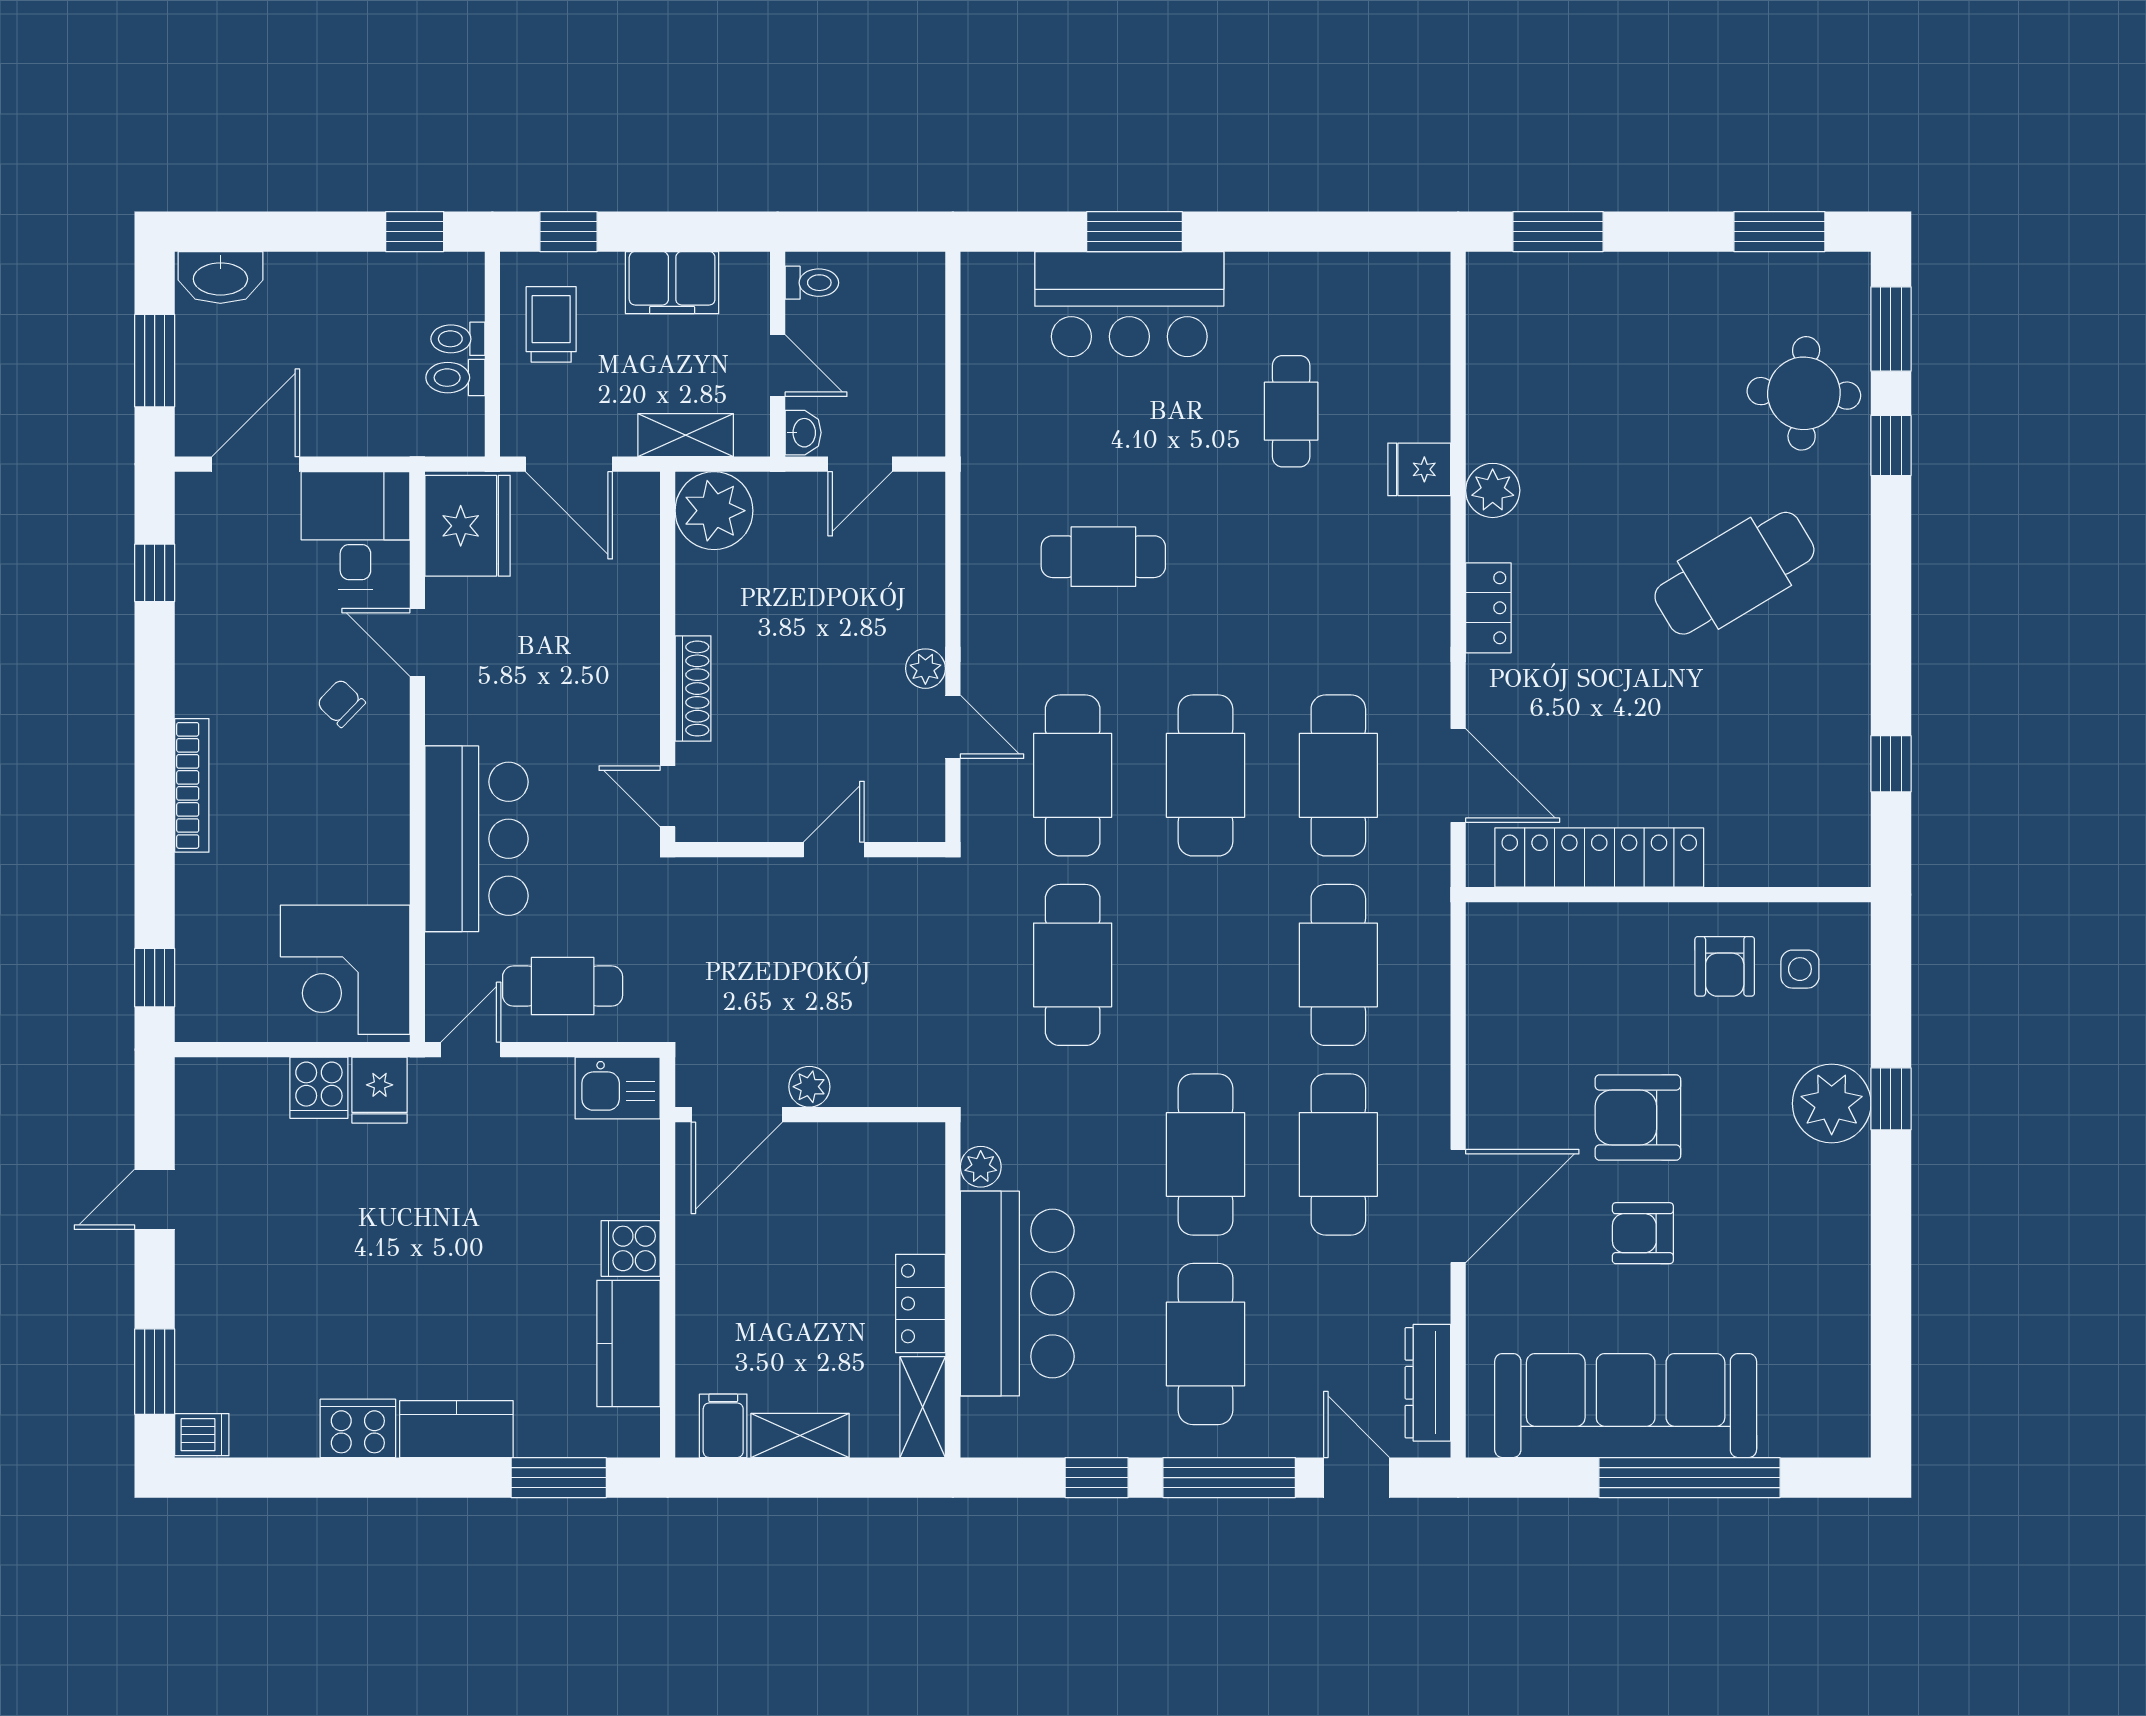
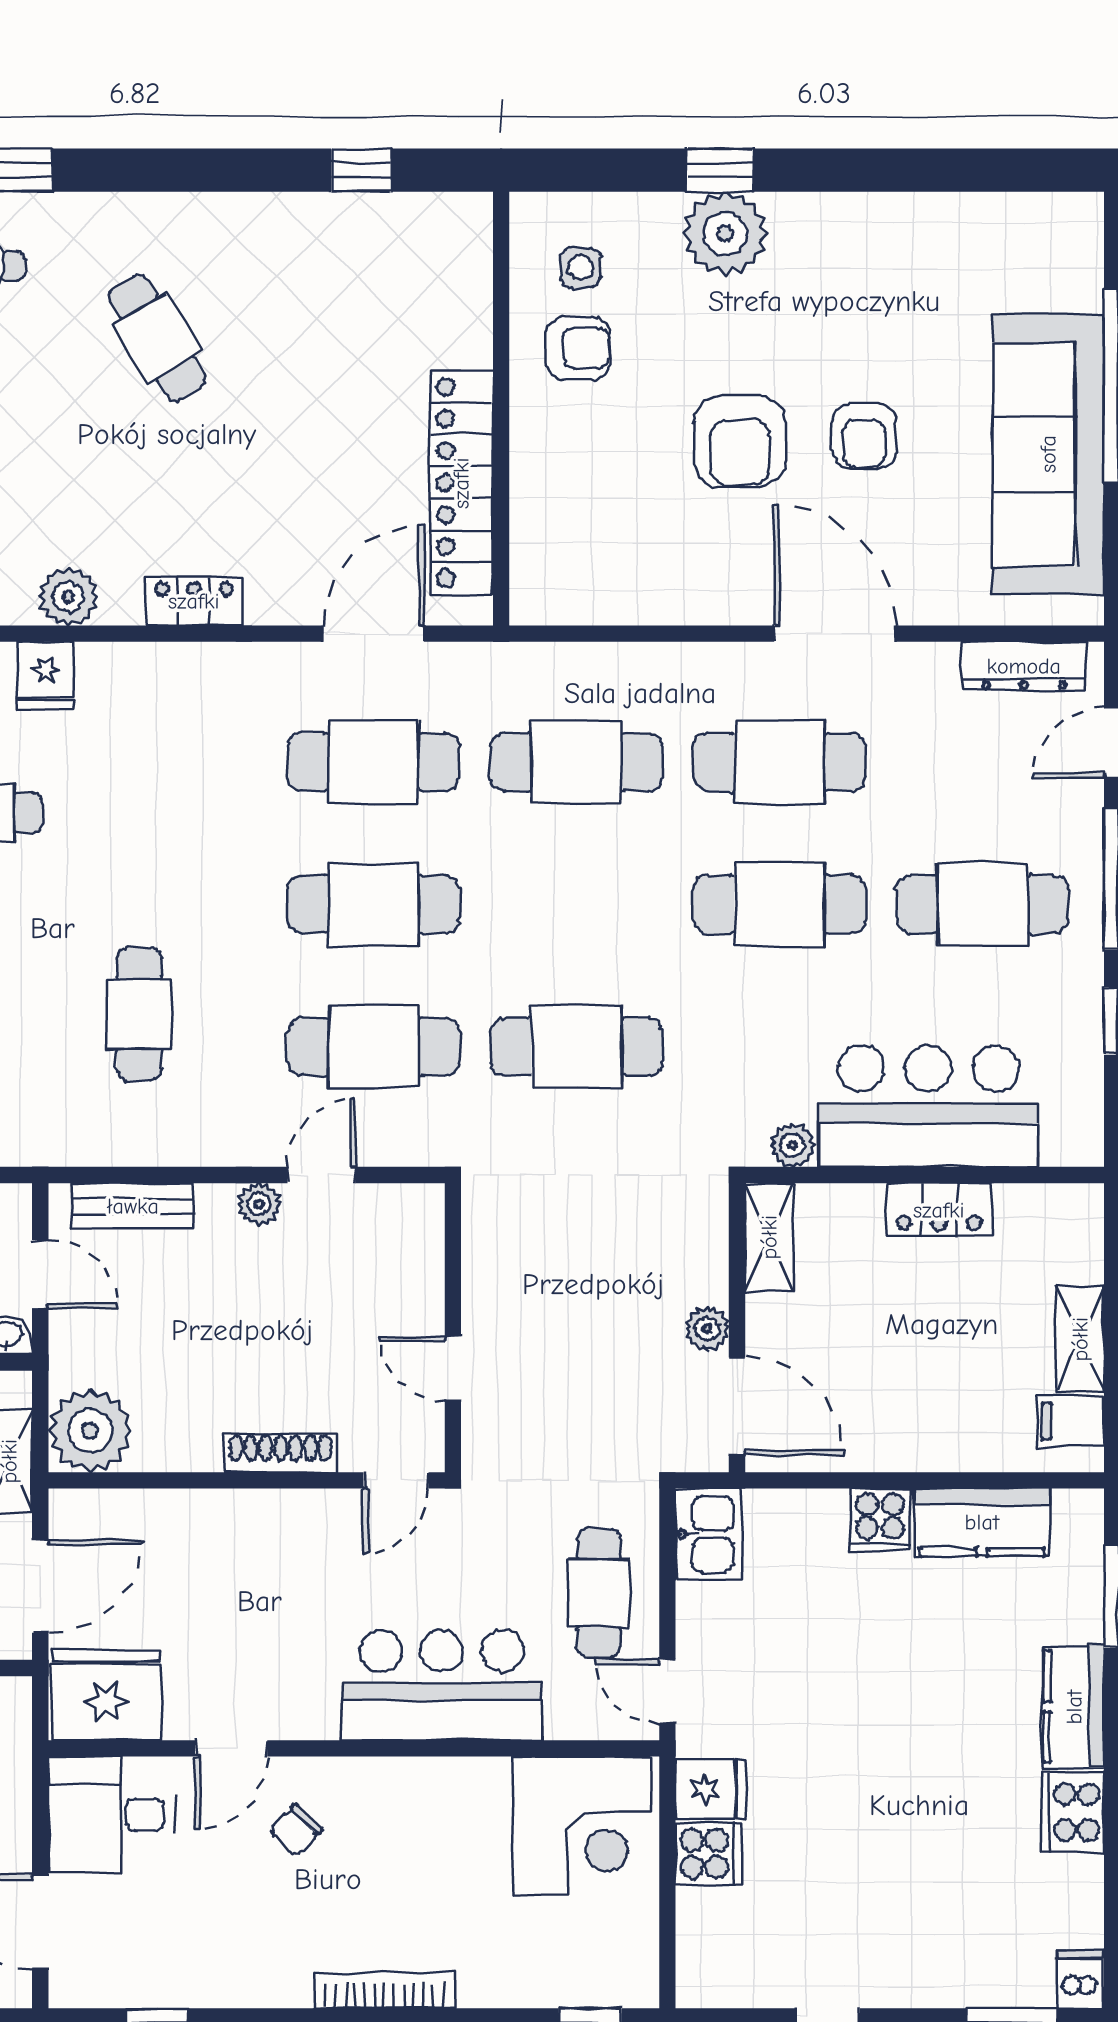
bench: (924, 551) -> (133, 1206), added
cafe table: (1734, 573) -> (157, 338), width x0.73, depth x0.74
door: (834, 850) -> (453, 1369), moved
shelving: (923, 1407) -> (769, 1237), moved, turned 90

